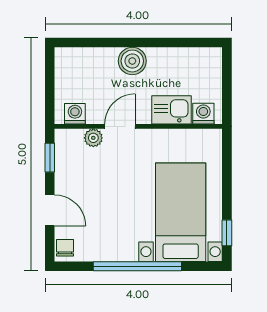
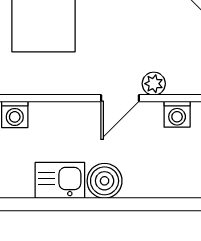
kitchen sink: (171, 110) -> (60, 180), moved, turned 180

